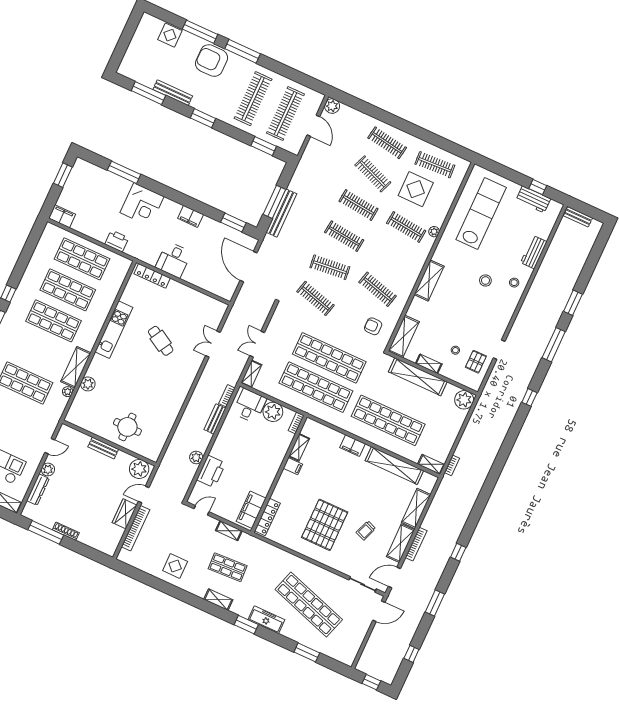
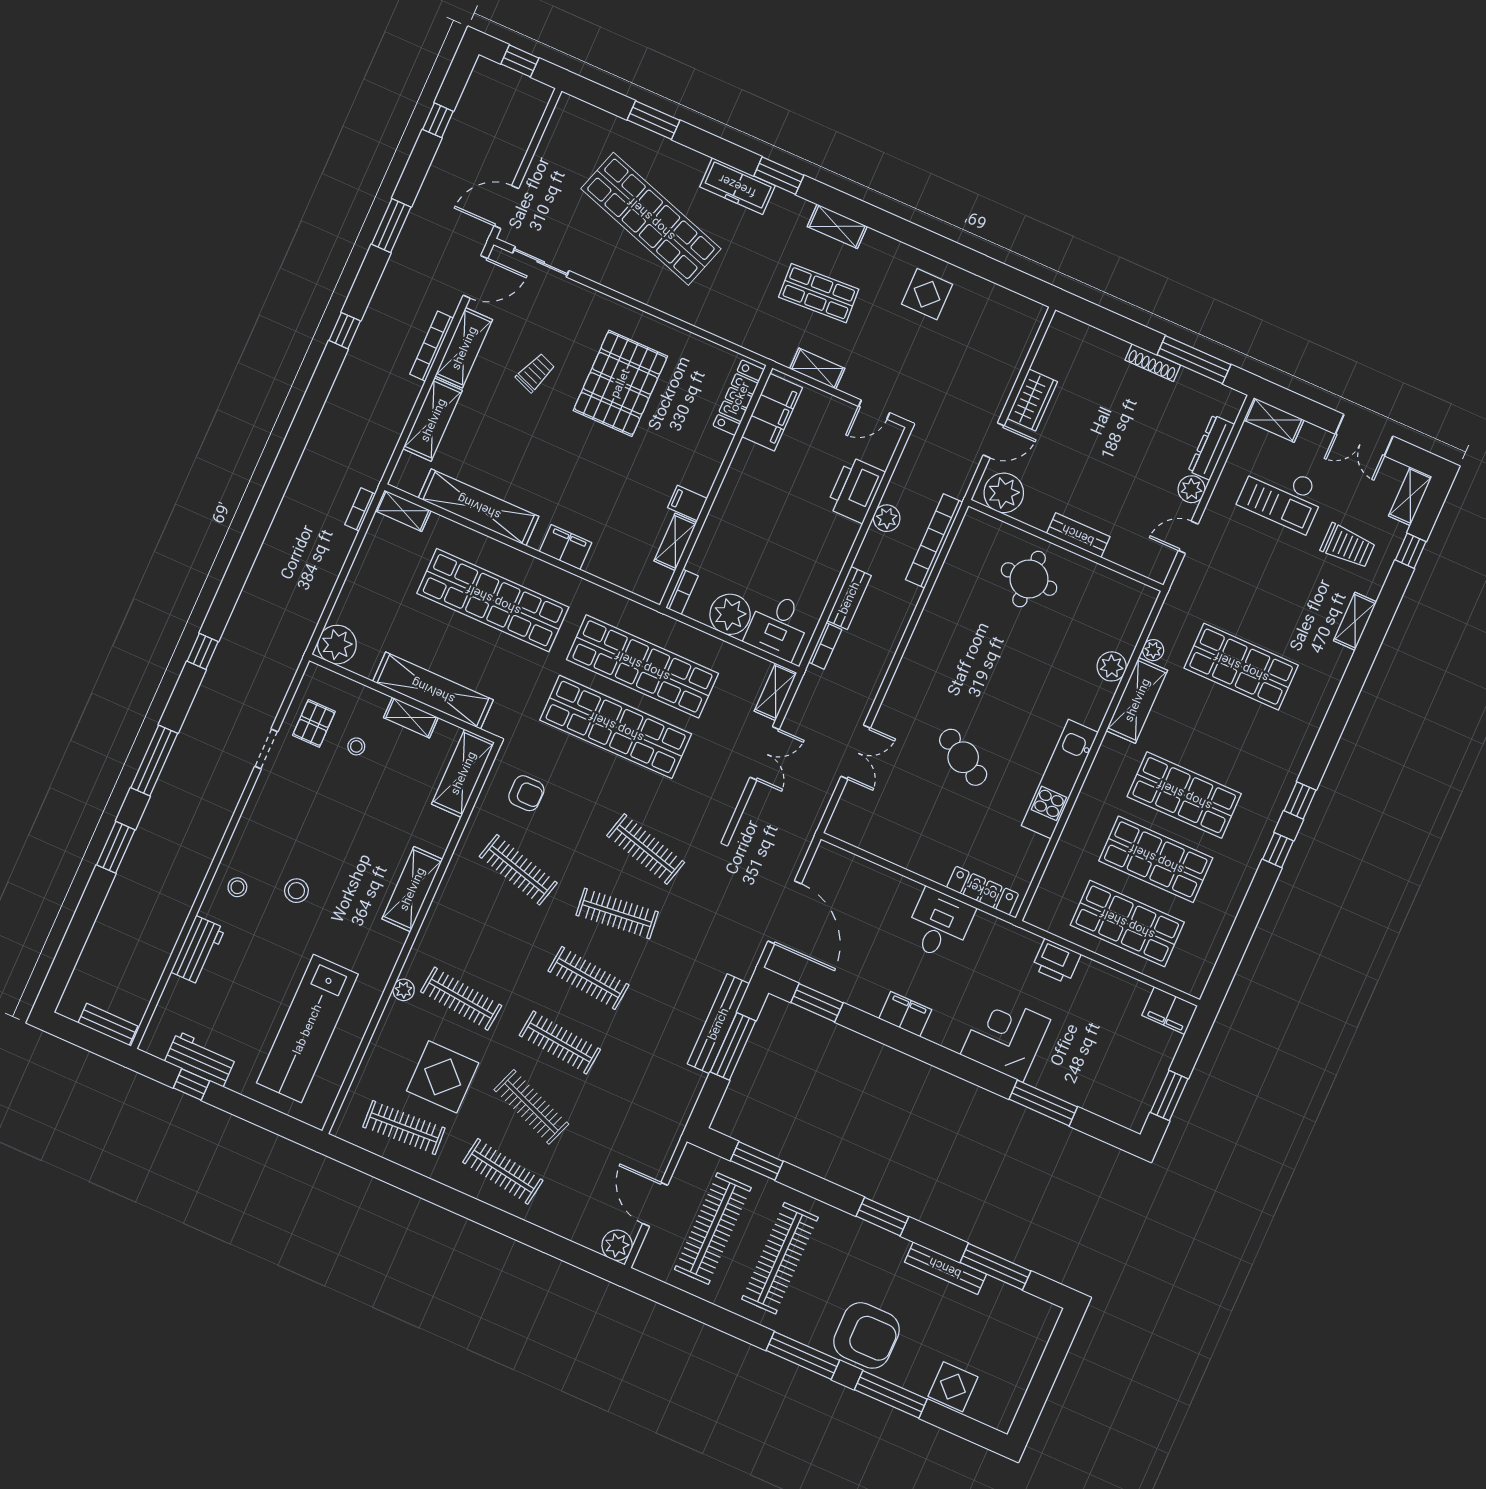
bookcase: (136, 528) -> (934, 541), moved

